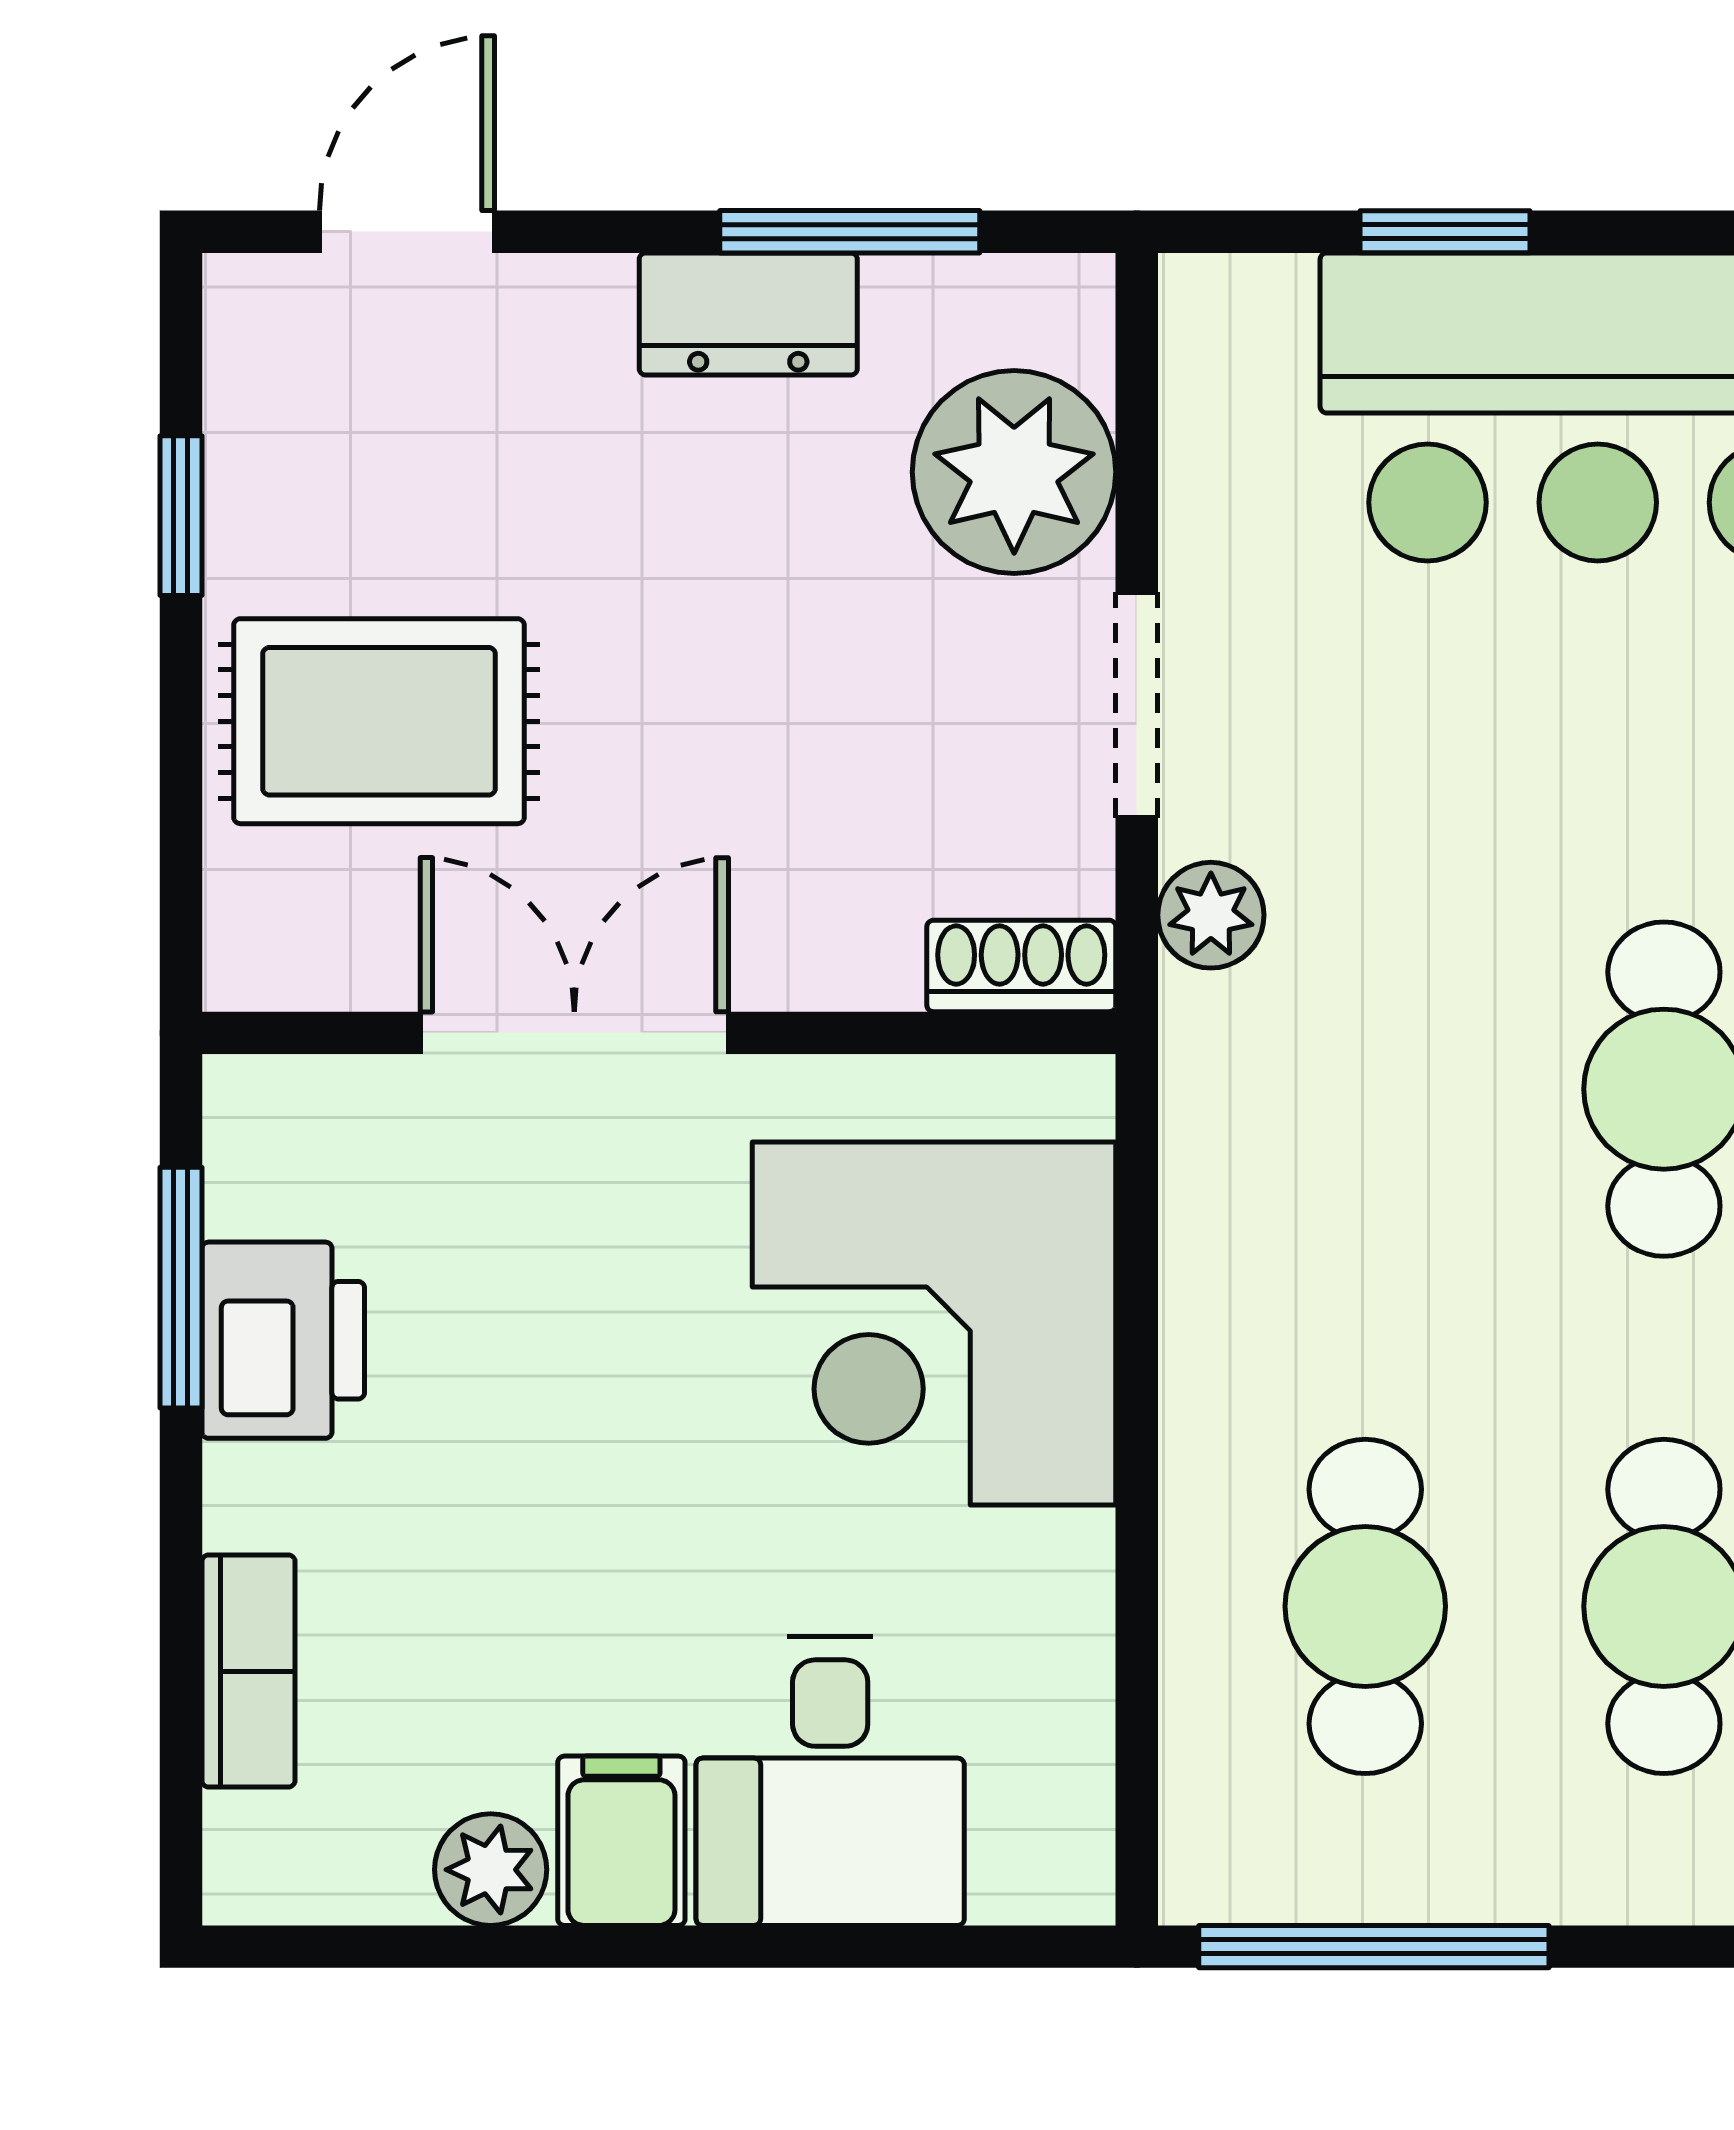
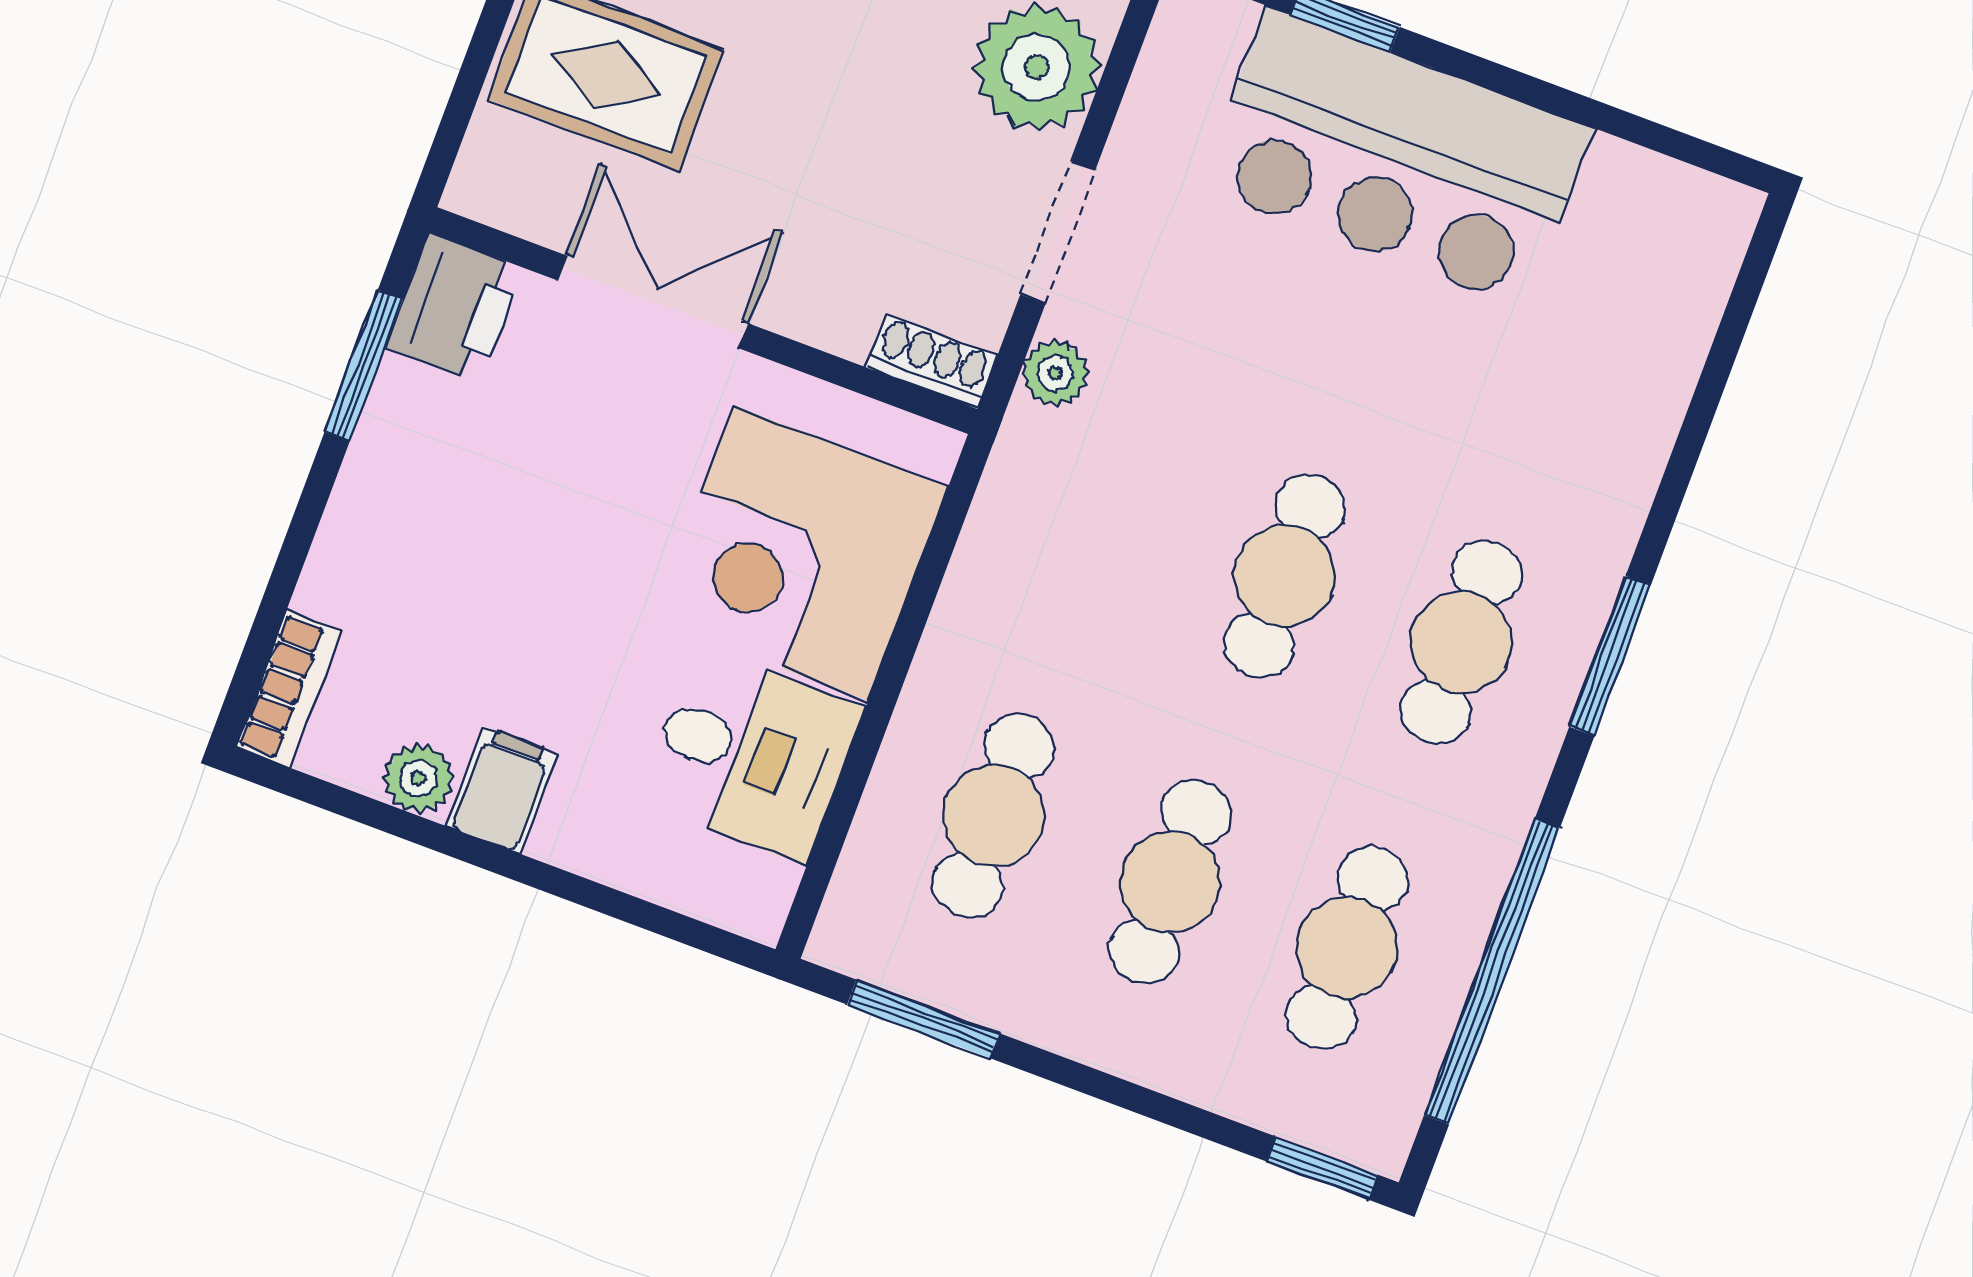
printer: (283, 1340) -> (454, 308), moved
bookcase: (248, 1671) -> (288, 689), moved
desk: (830, 1781) -> (751, 755), moved, turned -90
window: (1374, 1947) -> (923, 1019), width x0.69

